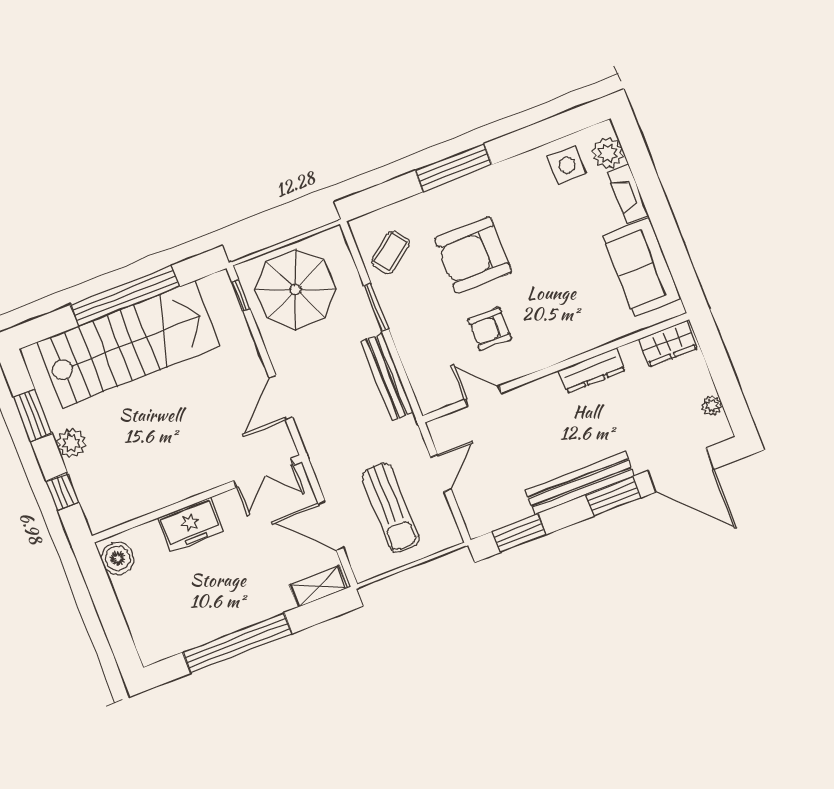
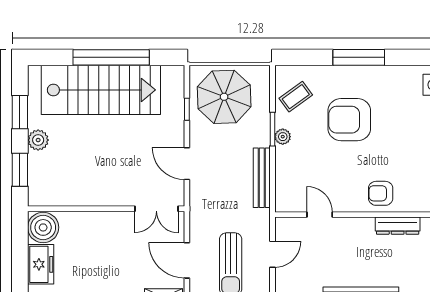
window: (241, 295) -> (187, 109), moved
plant: (394, 312) -> (283, 137), added
armchair: (490, 329) -> (381, 193), moved
door: (281, 397) -> (187, 164), hinge flipped
window: (63, 492) -> (20, 170), width x1.50
freezer: (190, 525) -> (41, 264), moved, turned -90
boiler: (118, 558) -> (43, 227), width x1.37, depth x1.37

